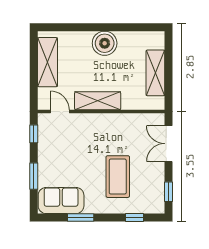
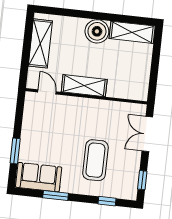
shelving: (155, 73) -> (132, 32), moved, turned 90
window: (34, 134) -> (20, 111), removed

